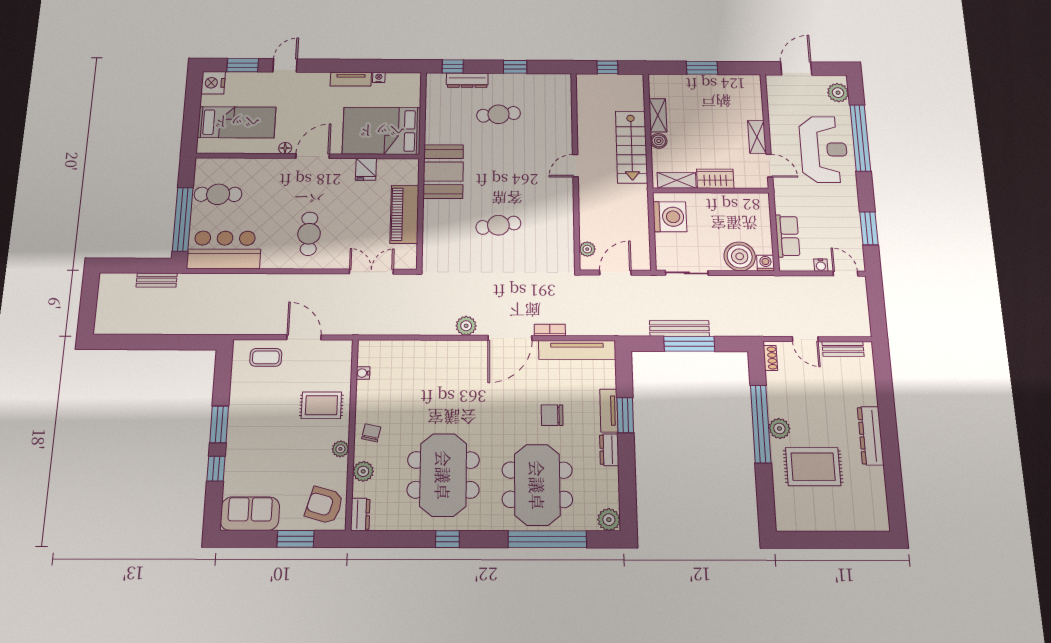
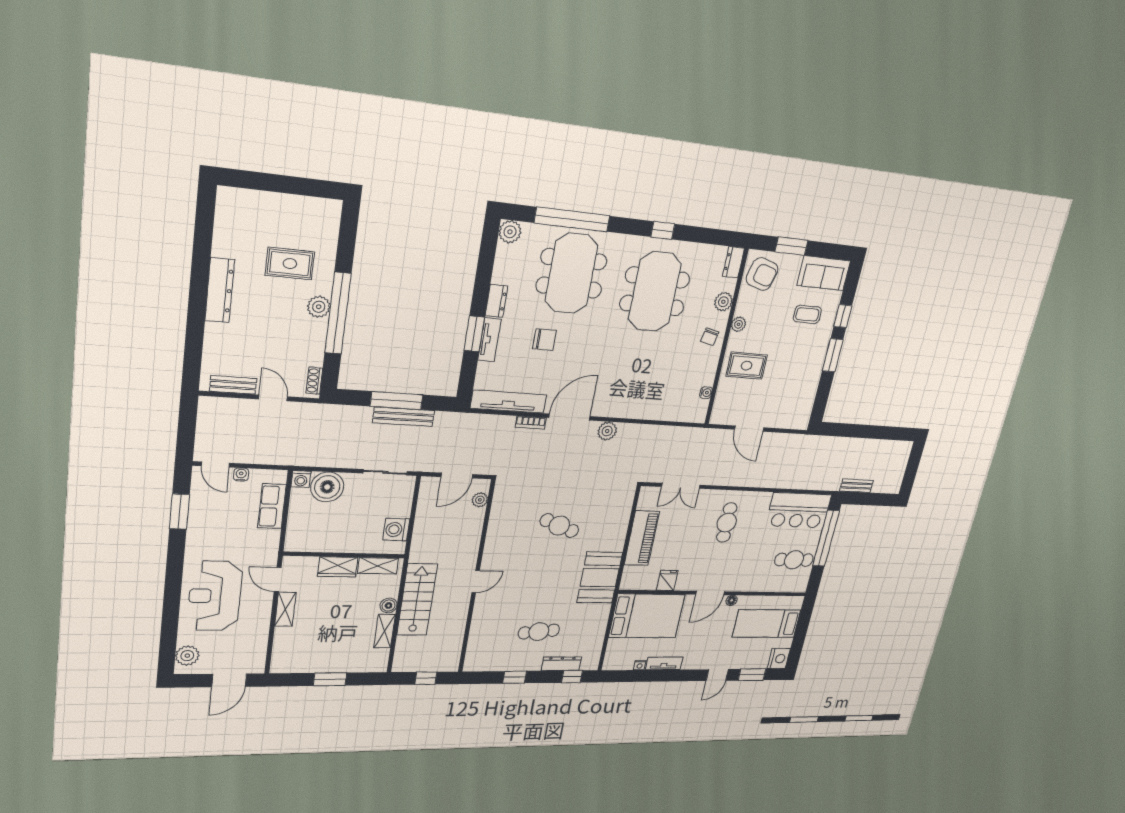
window: (860, 138) -> (171, 608), removed
washing machine: (670, 217) -> (396, 530), width x0.73, depth x0.73
cafe table: (498, 225) -> (559, 526), turned 30
coffee table: (266, 357) -> (807, 314), moved
rug: (813, 467) -> (290, 264), width x0.73, depth x0.70

